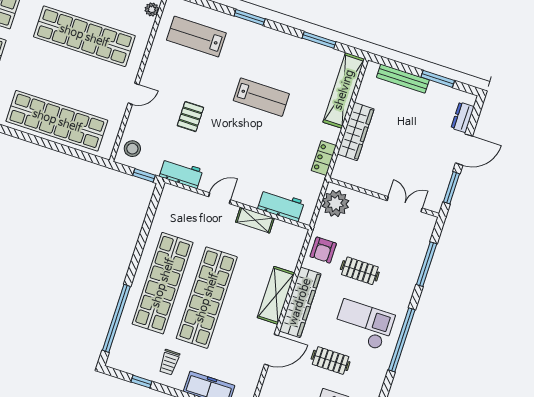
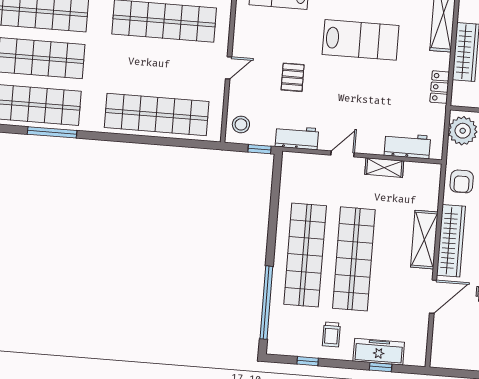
lab bench: (261, 97) -> (361, 40), width x1.36, depth x1.39

